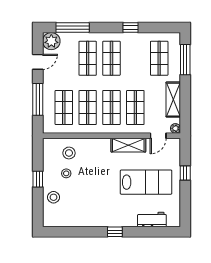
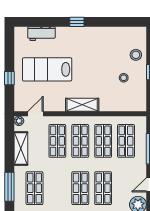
shelving: (128, 145) -> (82, 105), moved
stool: (69, 153) -> (121, 97), removed

